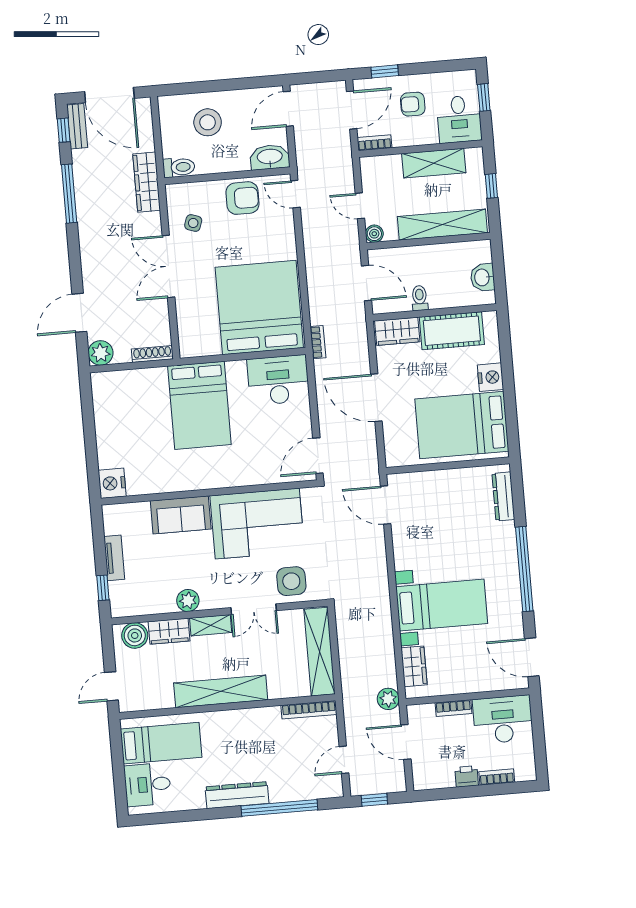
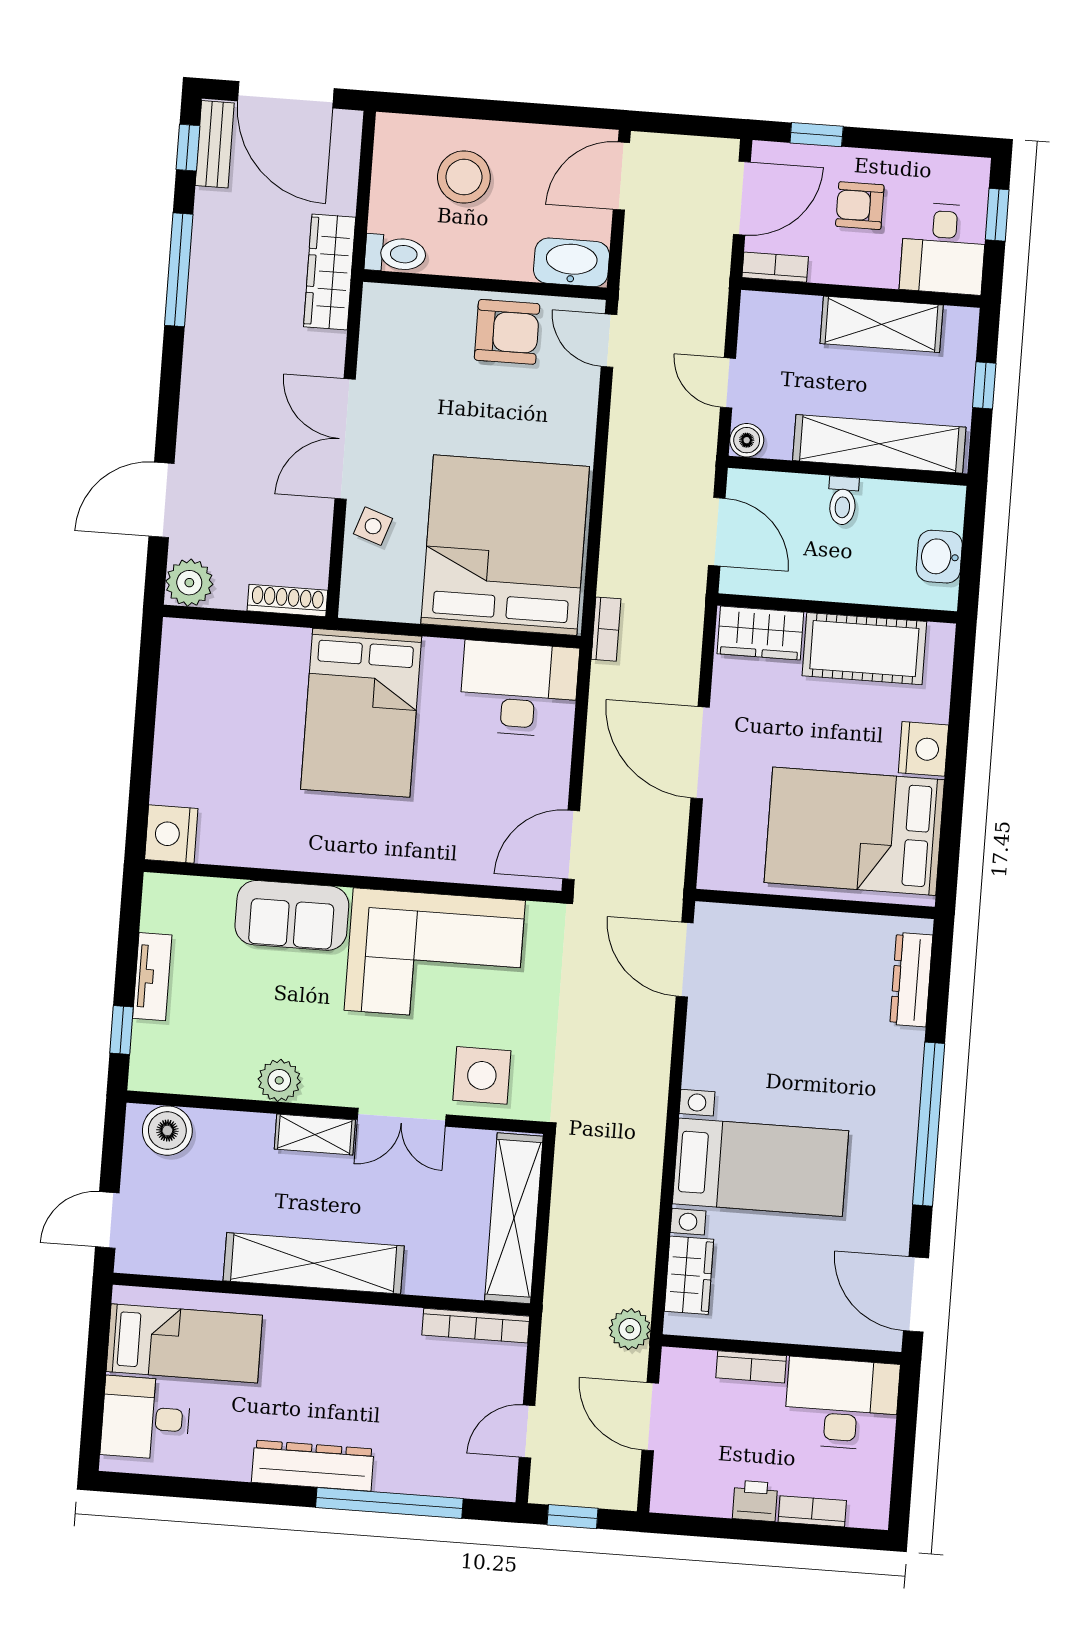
side table: (193, 223) -> (373, 526), moved
toilet: (420, 298) -> (843, 501), moved, turned 180
wardrobe: (169, 631) -> (234, 1133), removed

